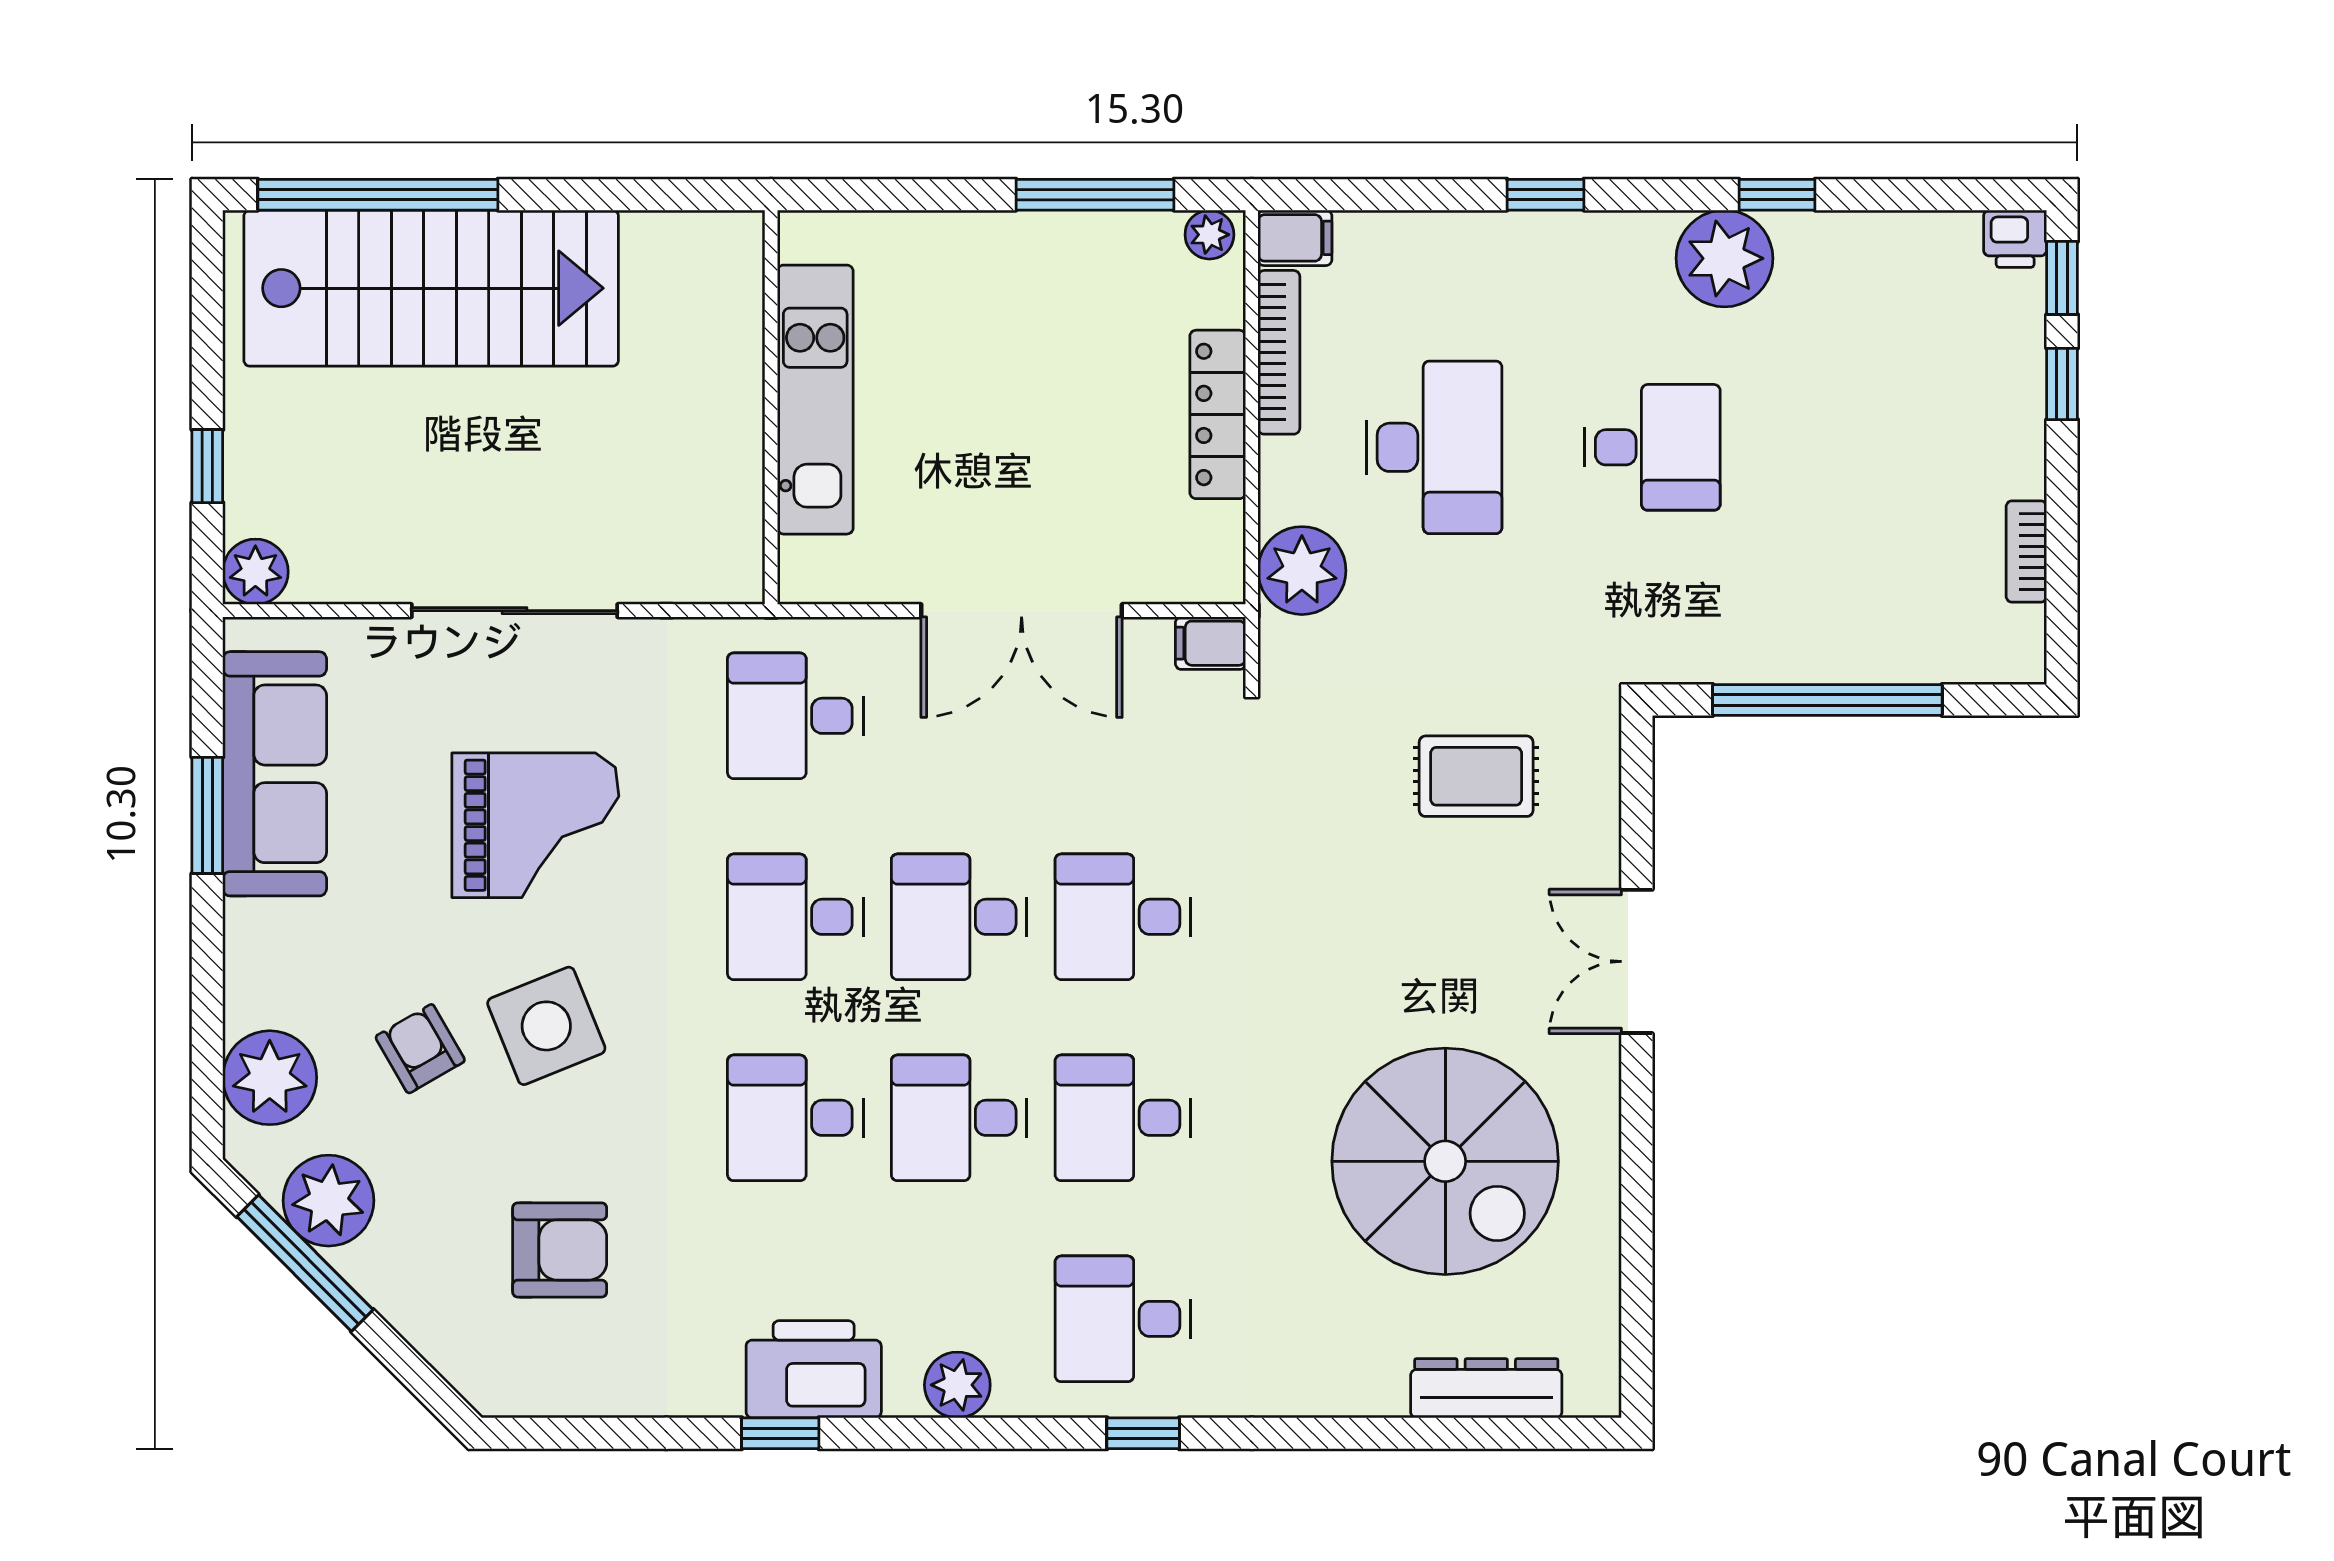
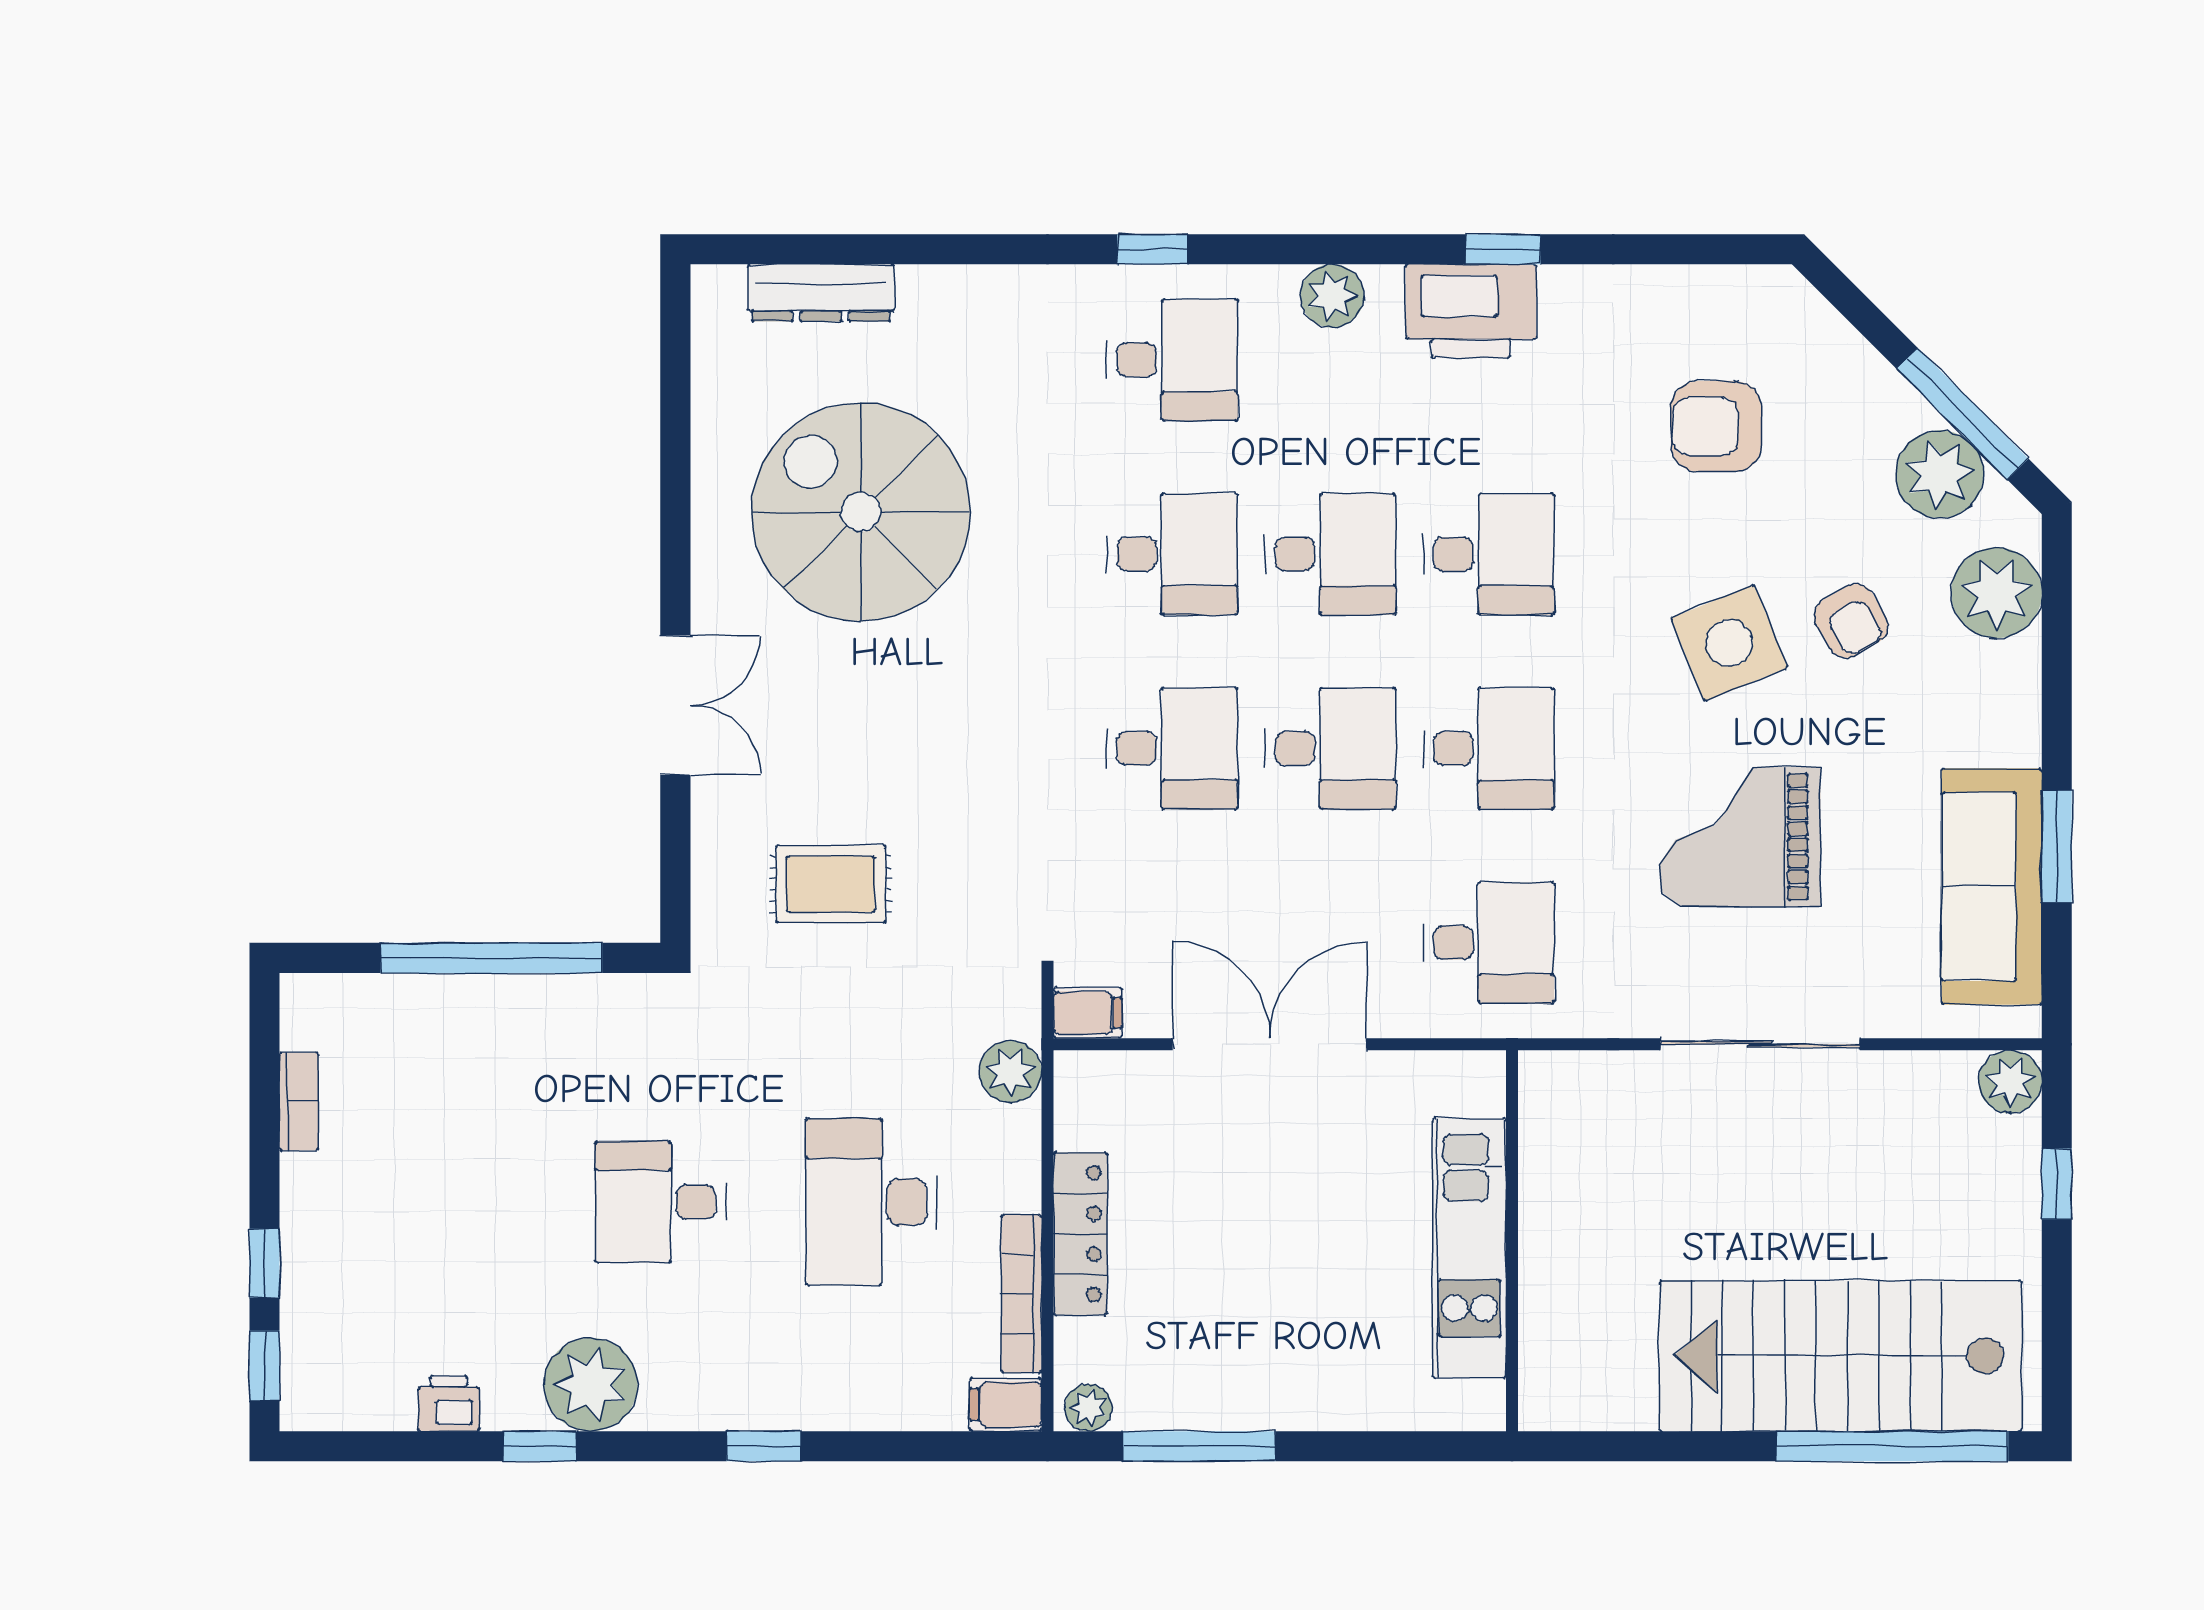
printer: (2015, 239) -> (449, 1404), moved
plant: (1302, 571) -> (1010, 1072), width x0.73, depth x0.73

